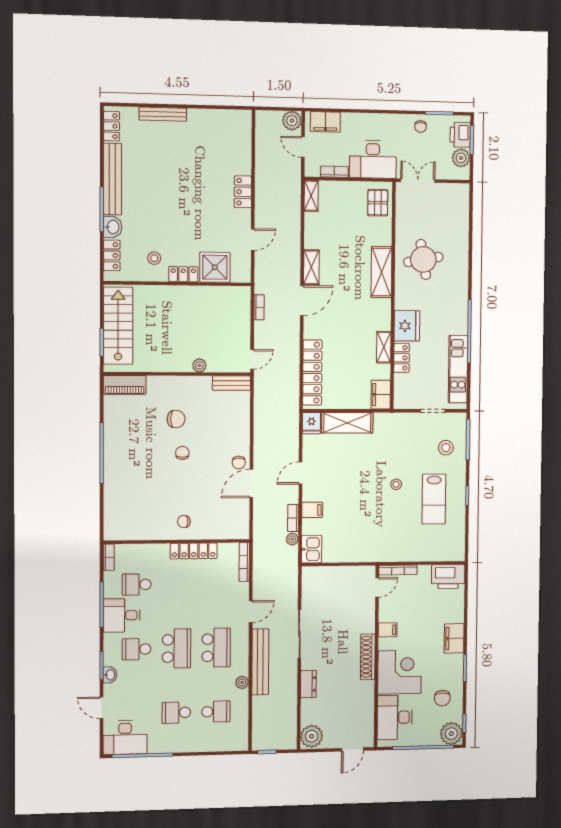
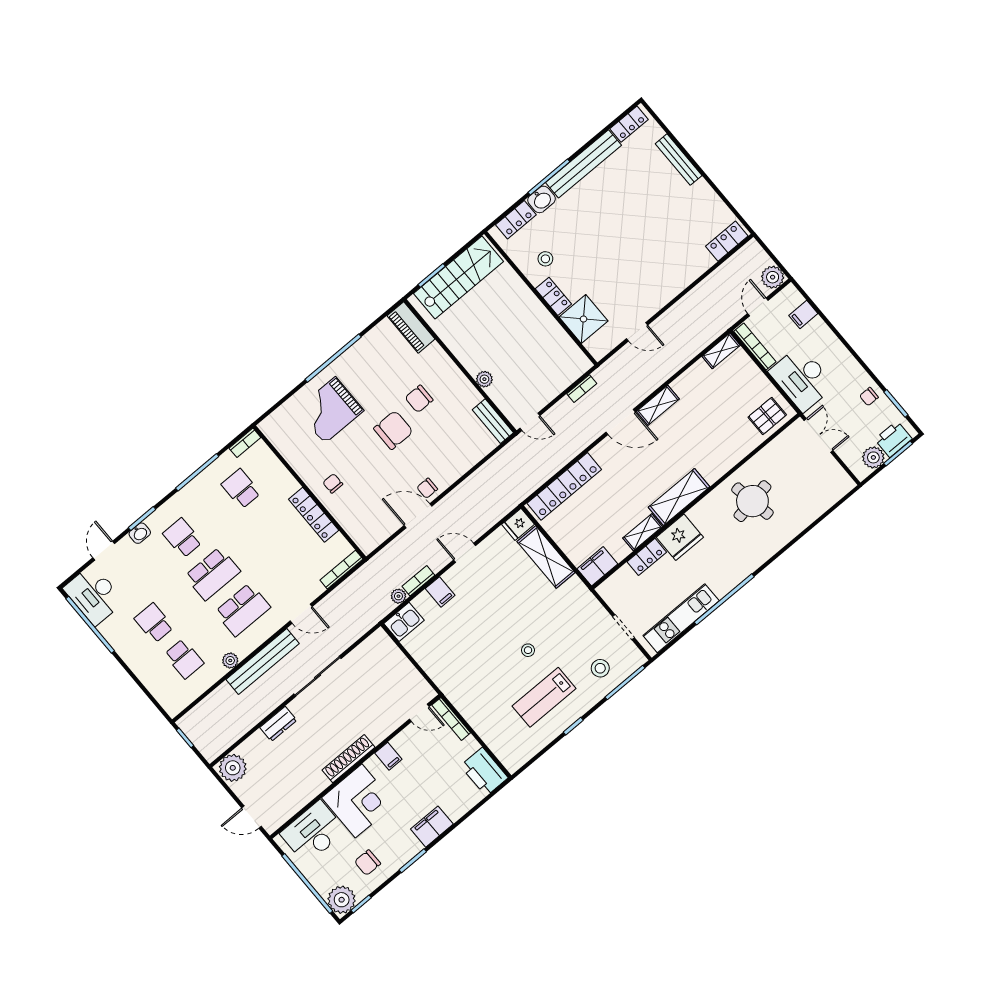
filing cabinet: (325, 122) -> (803, 314), width x0.50
bookcase: (334, 172) -> (755, 347), width x1.56
locker: (243, 192) -> (727, 241), moved
shelving: (381, 272) -> (679, 497), moved
chair: (176, 419) -> (419, 399), turned 90
chair: (182, 453) -> (393, 430), width x1.87, depth x1.87
grand piano: (134, 484) -> (330, 410), added
desk: (122, 615) -> (202, 498), removed

